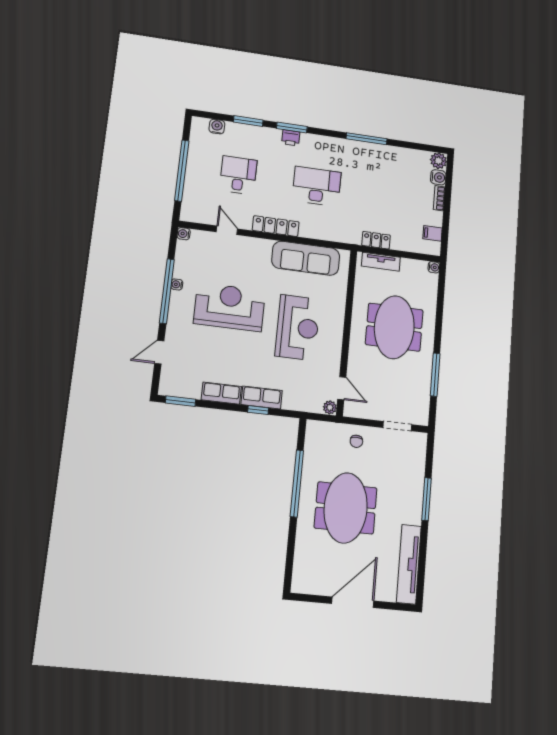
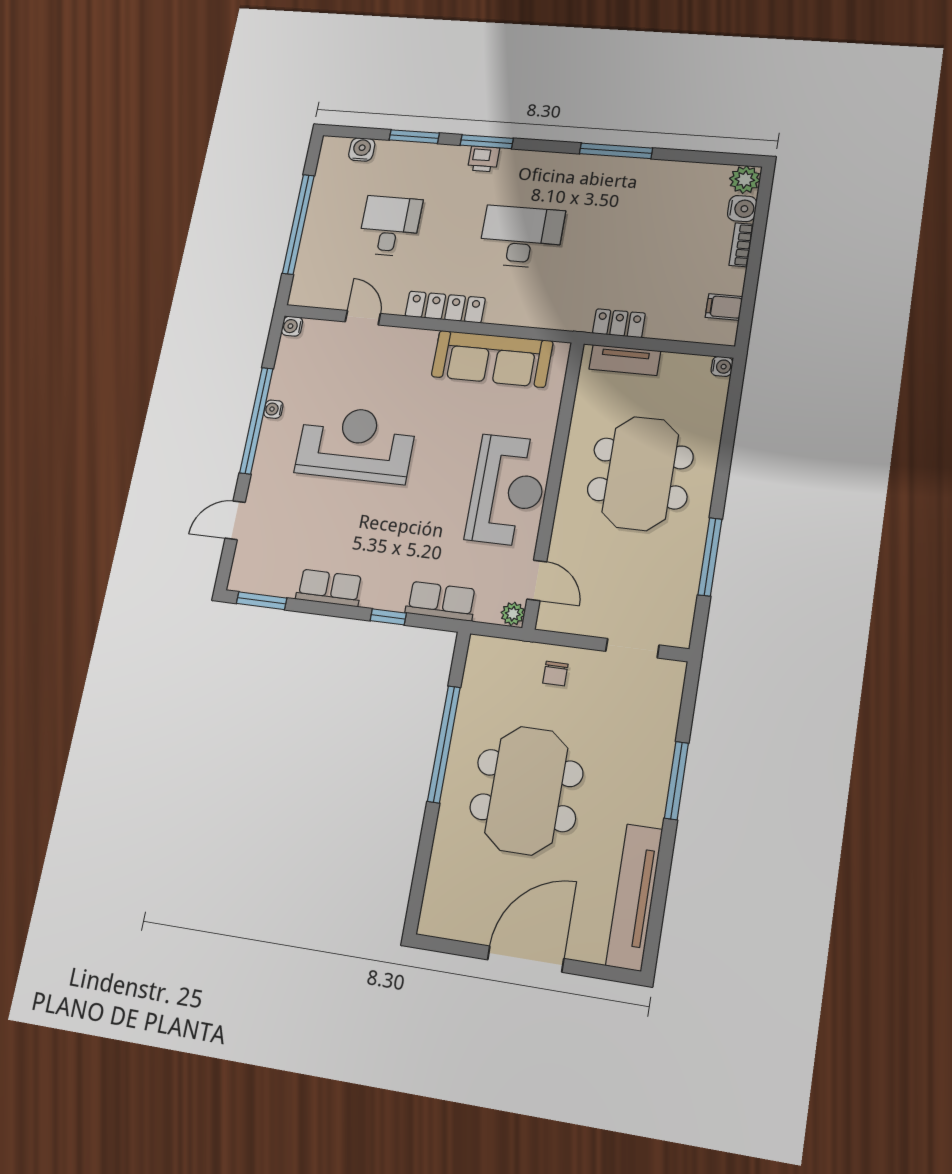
reception desk: (298, 328) -> (507, 490), moved
row of seats: (262, 397) -> (441, 601), moved

